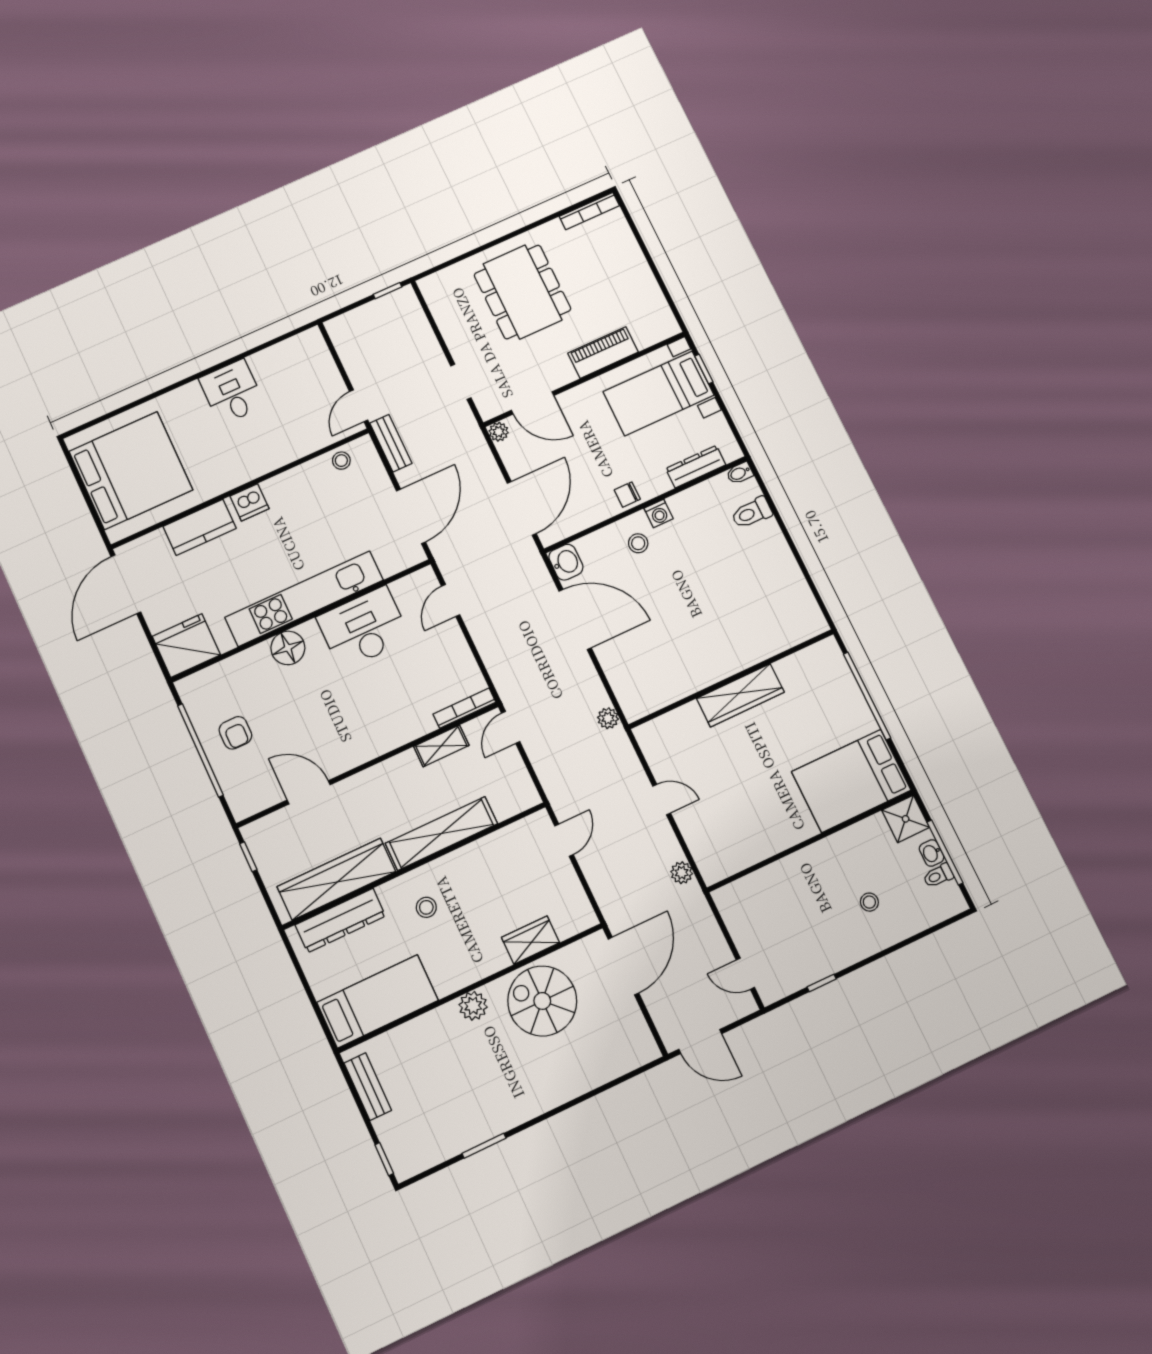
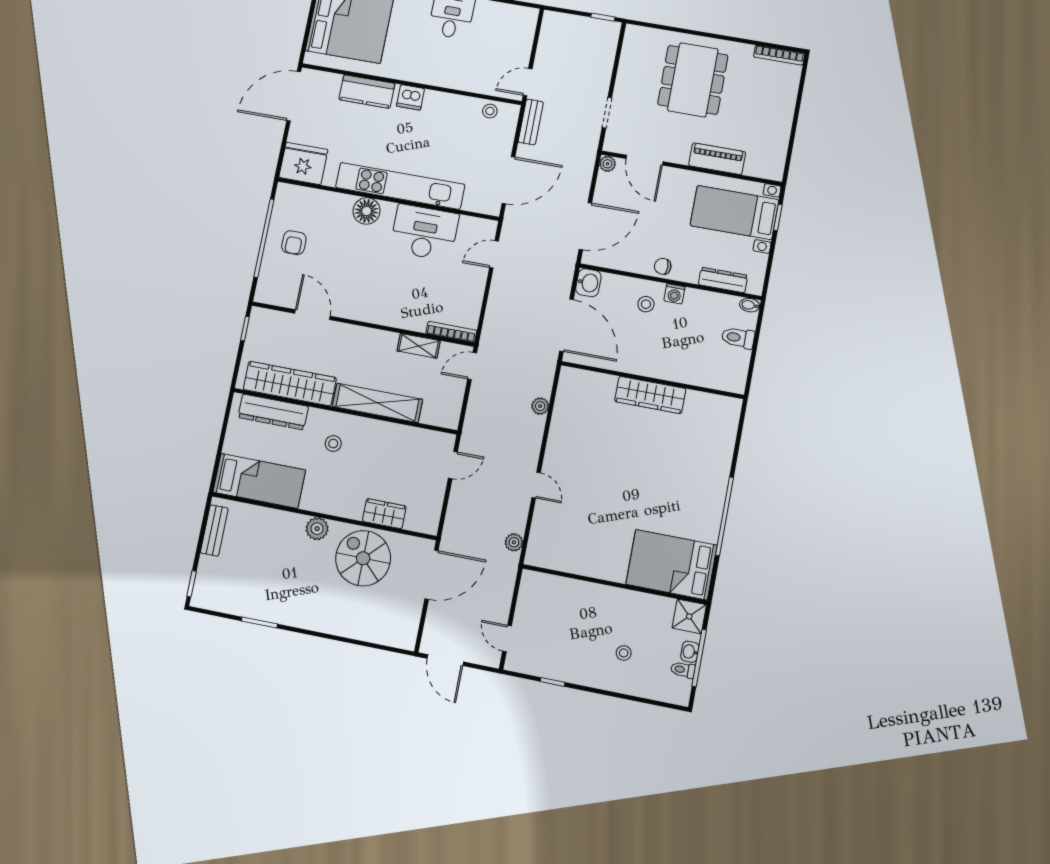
wall: (731, 679) -> (652, 380), moved
wardrobe: (740, 695) -> (650, 395), moved

